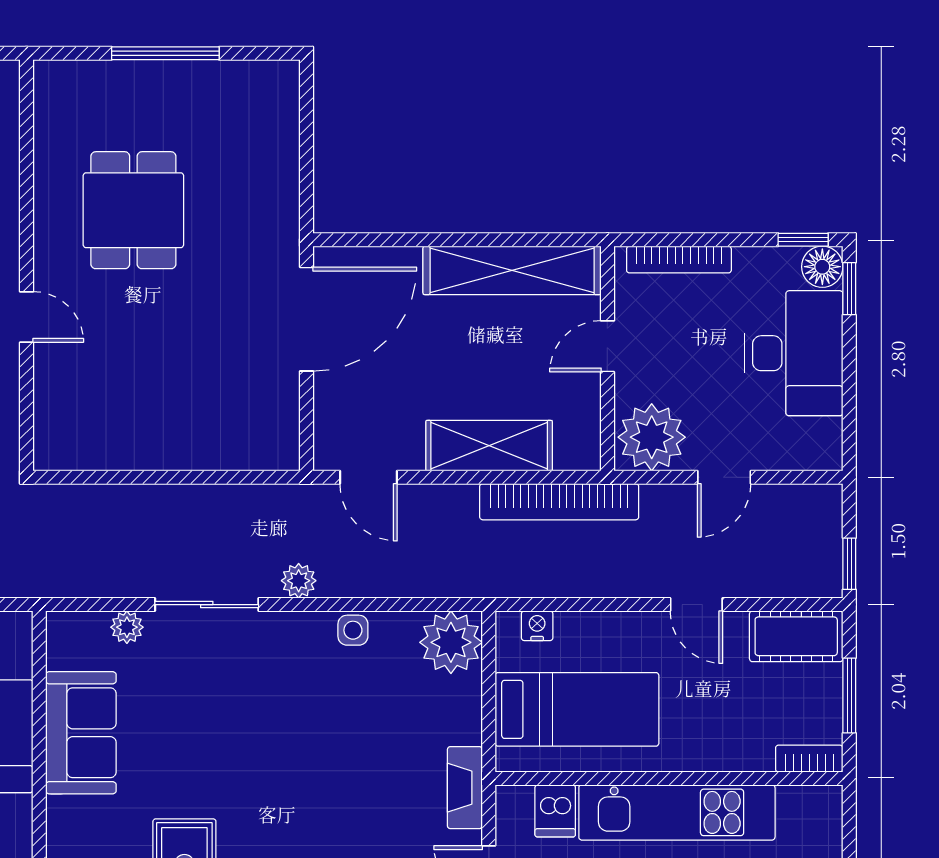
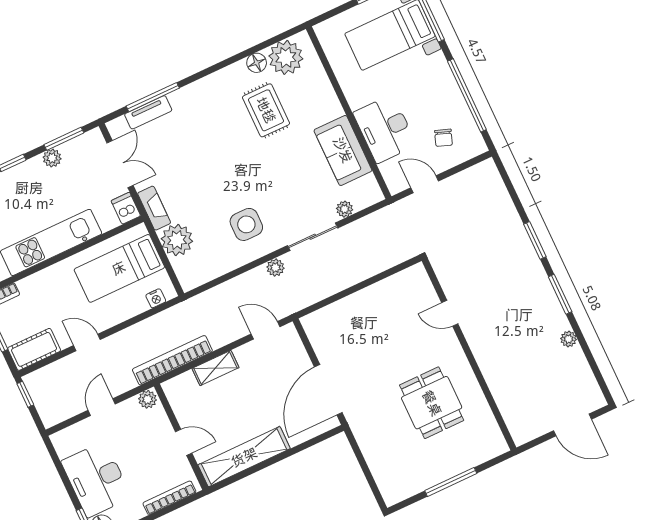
door: (26, 317) -> (450, 313), moved
door: (607, 346) -> (184, 442), hinge flipped
plant: (652, 437) -> (148, 399), width x0.53, depth x0.53
shelving: (489, 446) -> (215, 368), width x0.67, depth x0.75
side table: (353, 630) -> (246, 224), moved, width x1.87, depth x1.87
plant: (451, 642) -> (177, 240), moved
dishwasher: (555, 811) -> (126, 208), moved

